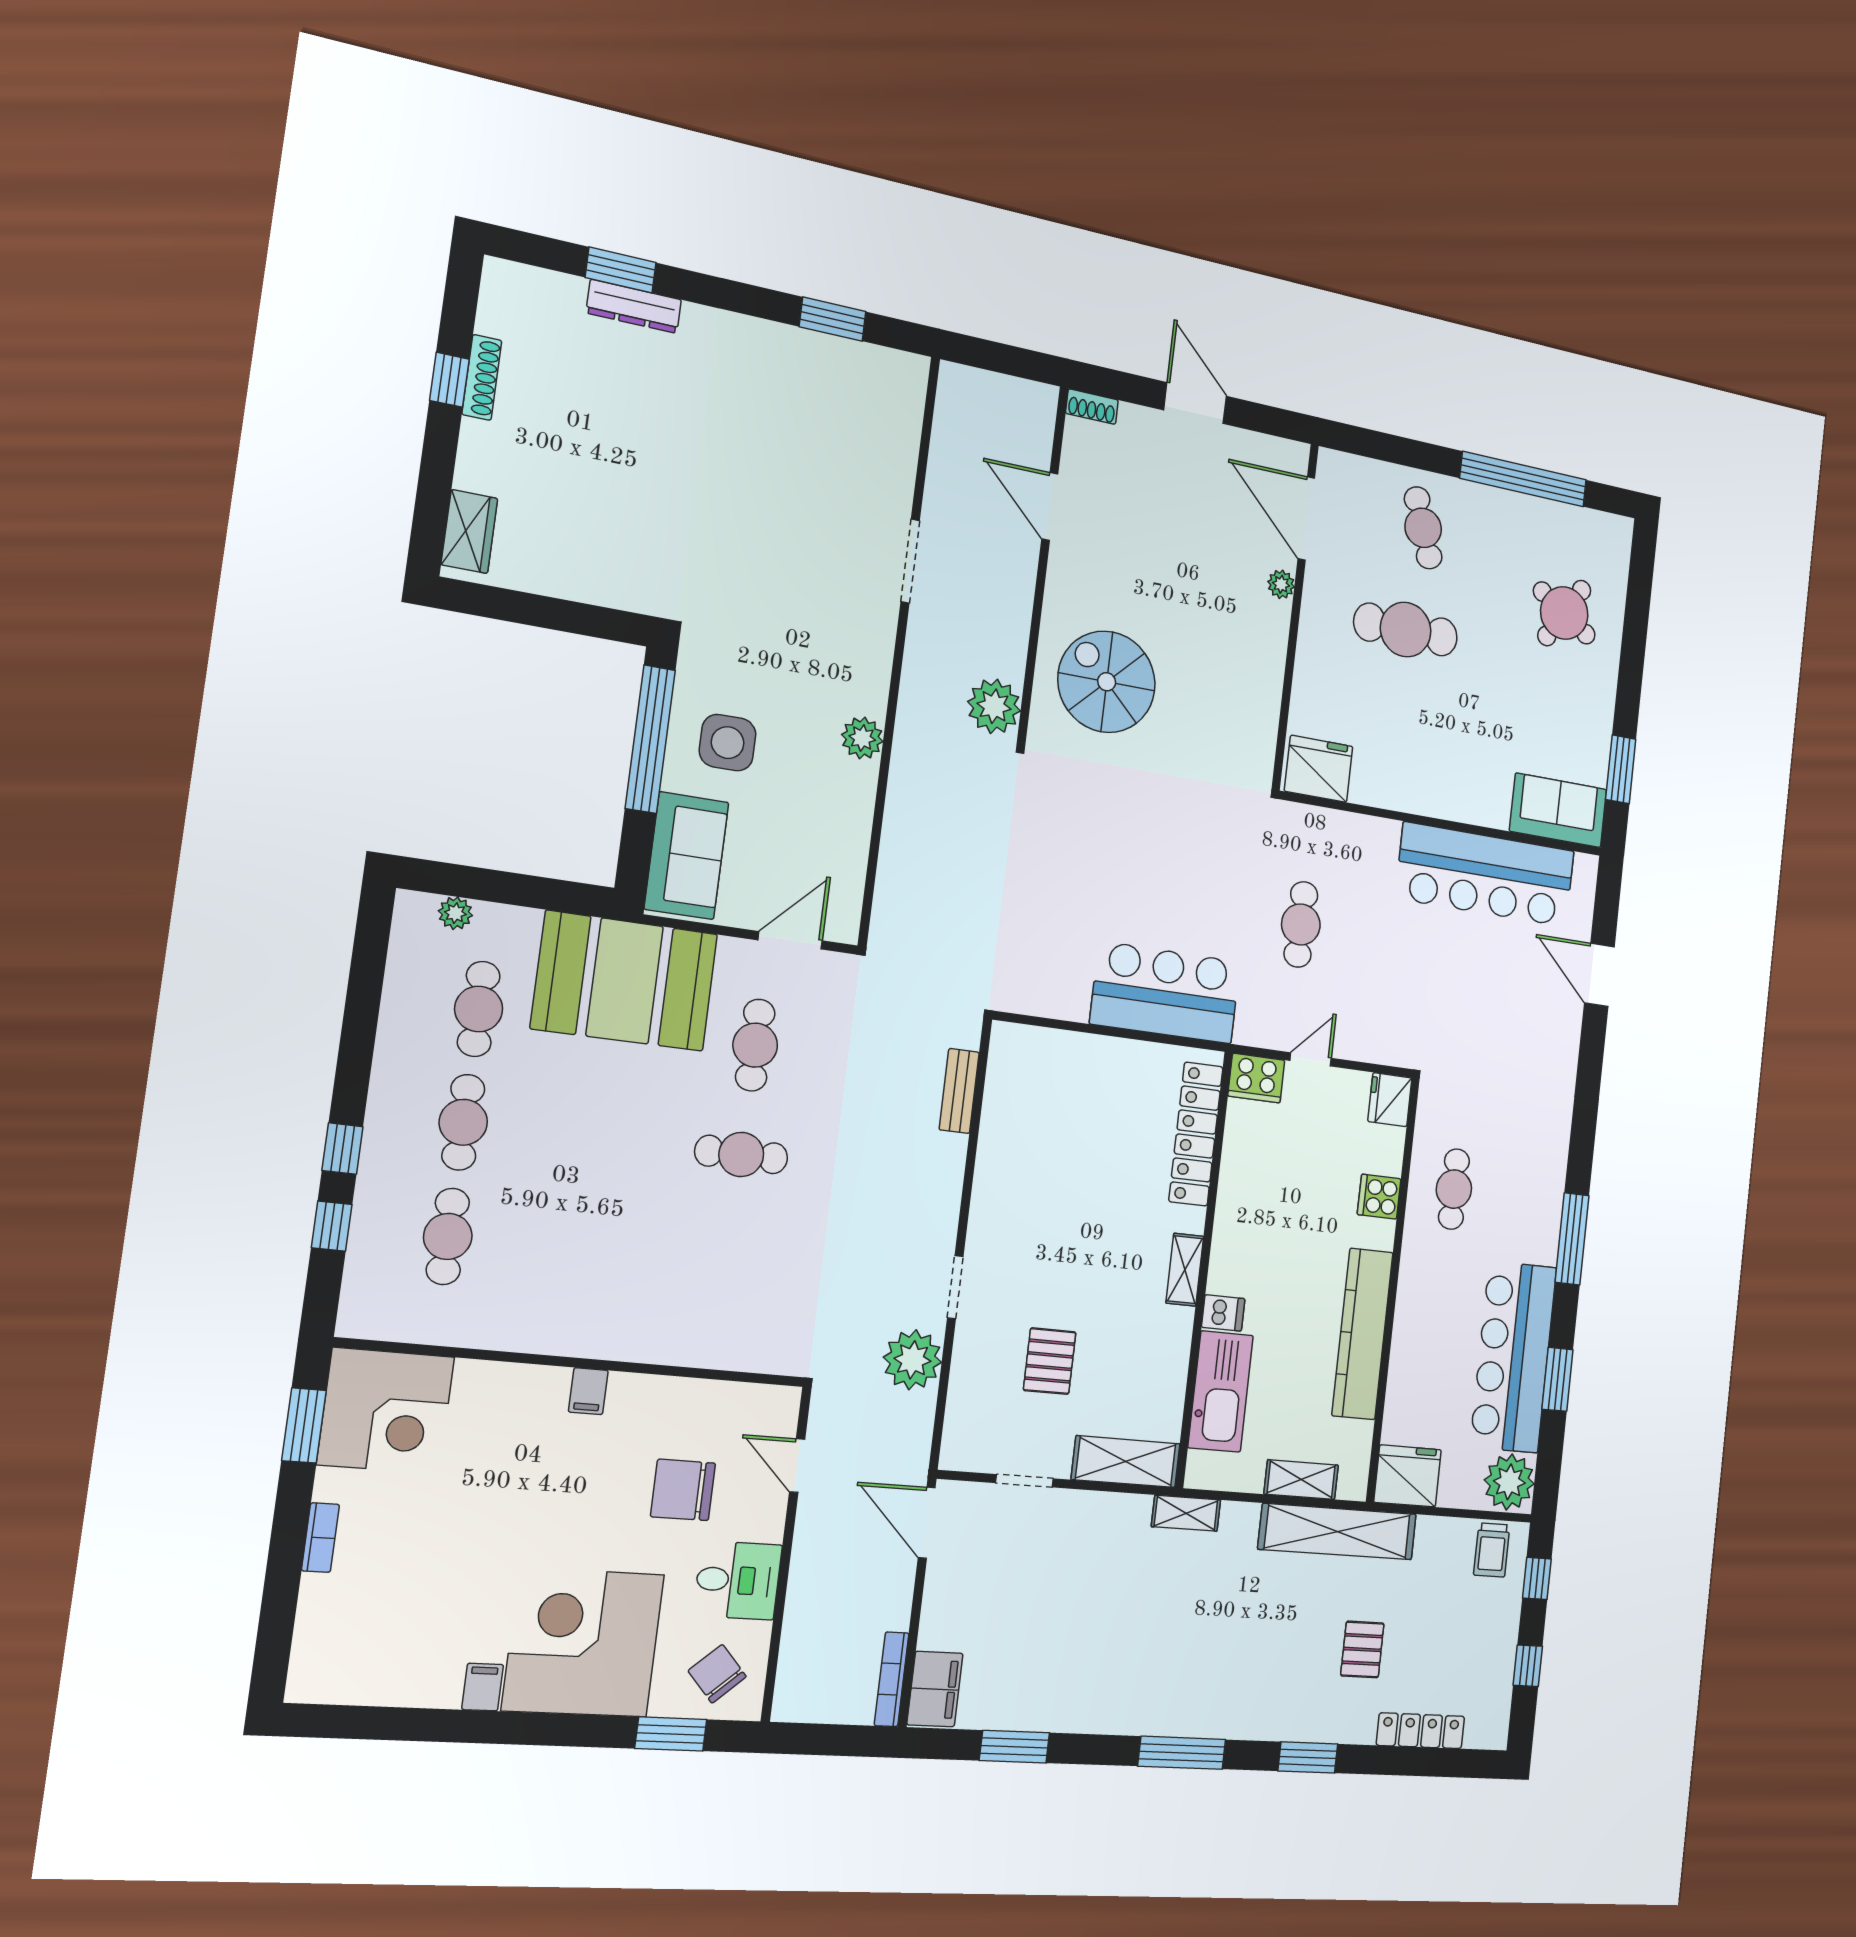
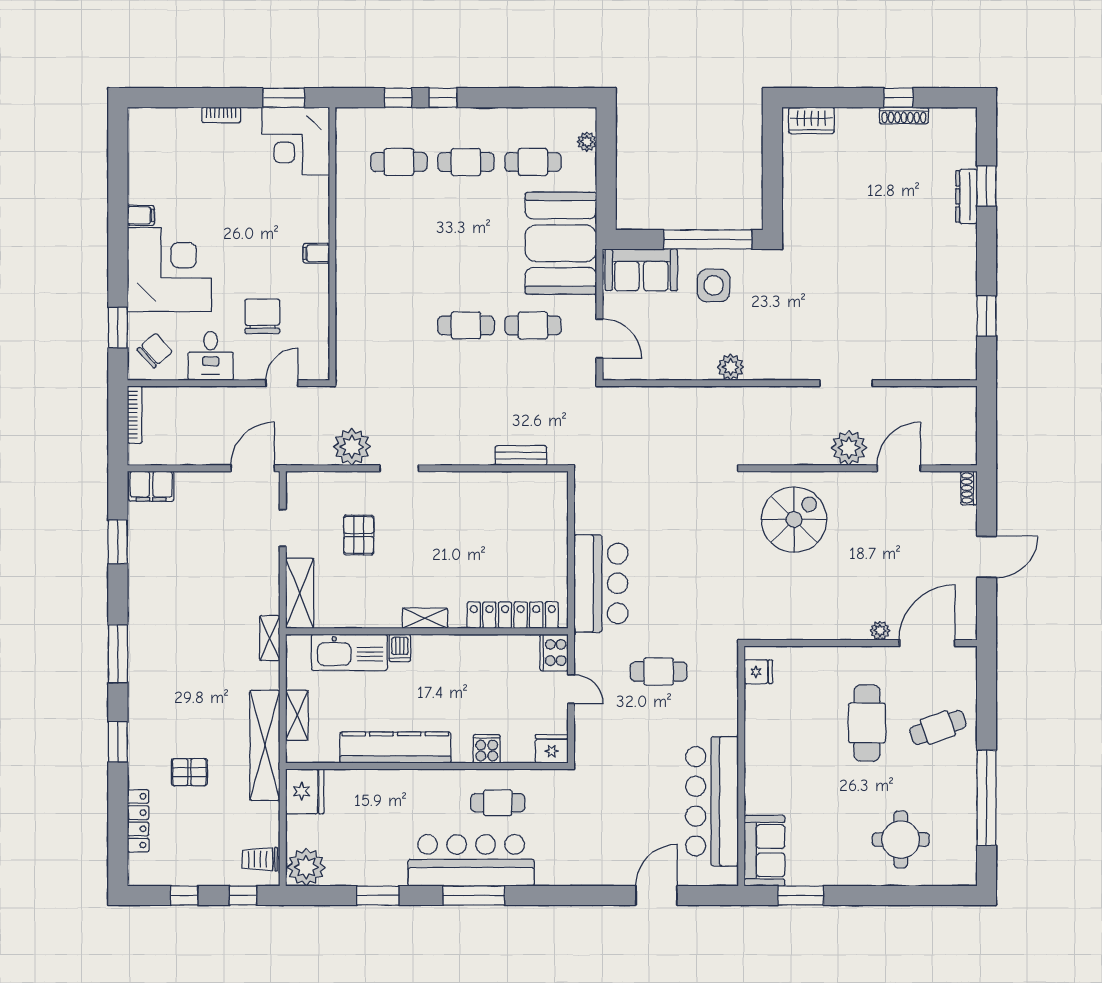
round table: (1564, 613) -> (901, 839), turned -32
plant: (994, 706) -> (849, 448), moved
fridge: (1319, 769) -> (758, 672), width x0.53, depth x0.75
cafe table: (741, 1154) -> (466, 325), turned 90
bar counter: (1513, 1357) -> (471, 860), moved
pallet: (1050, 1361) -> (359, 535), turned 90
bookcase: (892, 1679) -> (135, 415), moved, turned 90

